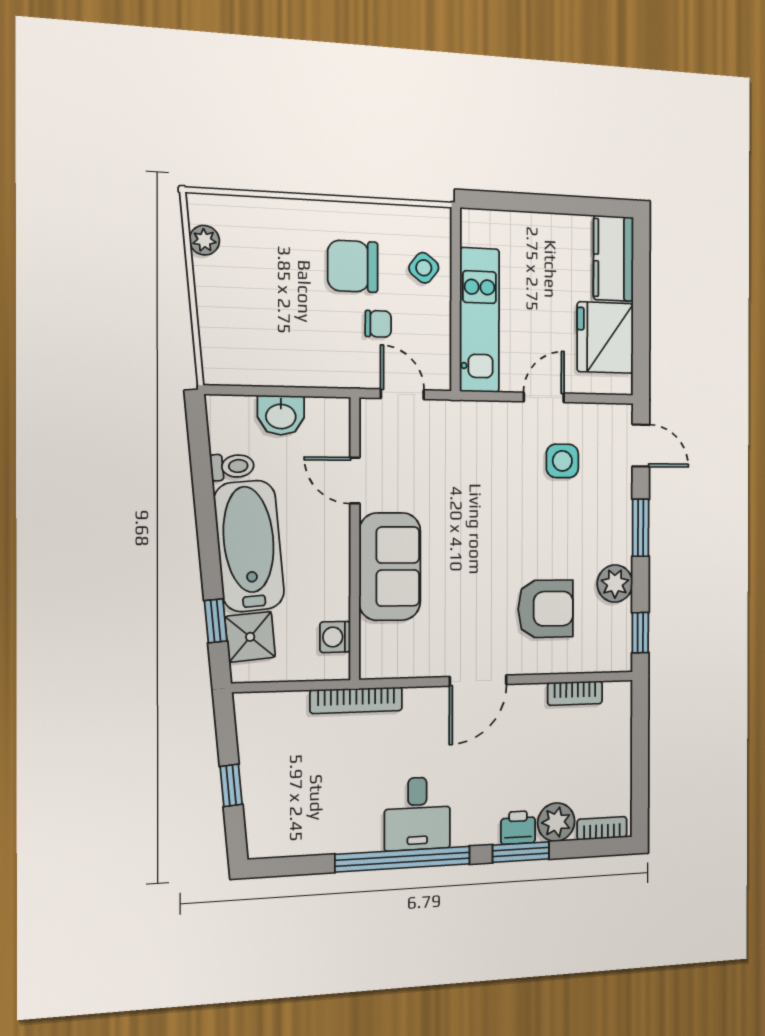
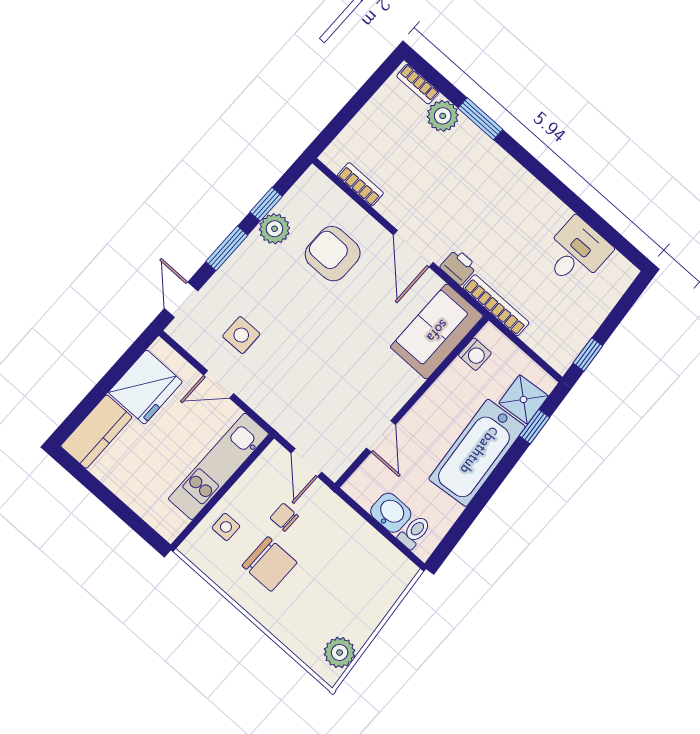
plant: (204, 240) -> (340, 652), width x1.38, depth x1.38
side table: (424, 268) -> (226, 527), turned -38
toilet: (232, 466) -> (414, 532), moved, turned 95
sofa: (390, 567) -> (437, 331), moved
window: (640, 633) -> (266, 204), moved
door: (478, 681) -> (413, 249), swing flipped
window: (231, 785) -> (588, 354), moved
desk: (417, 814) -> (576, 252), moved
printer: (518, 828) -> (459, 267), moved, turned 180
window: (403, 859) -> (554, 184), removed

